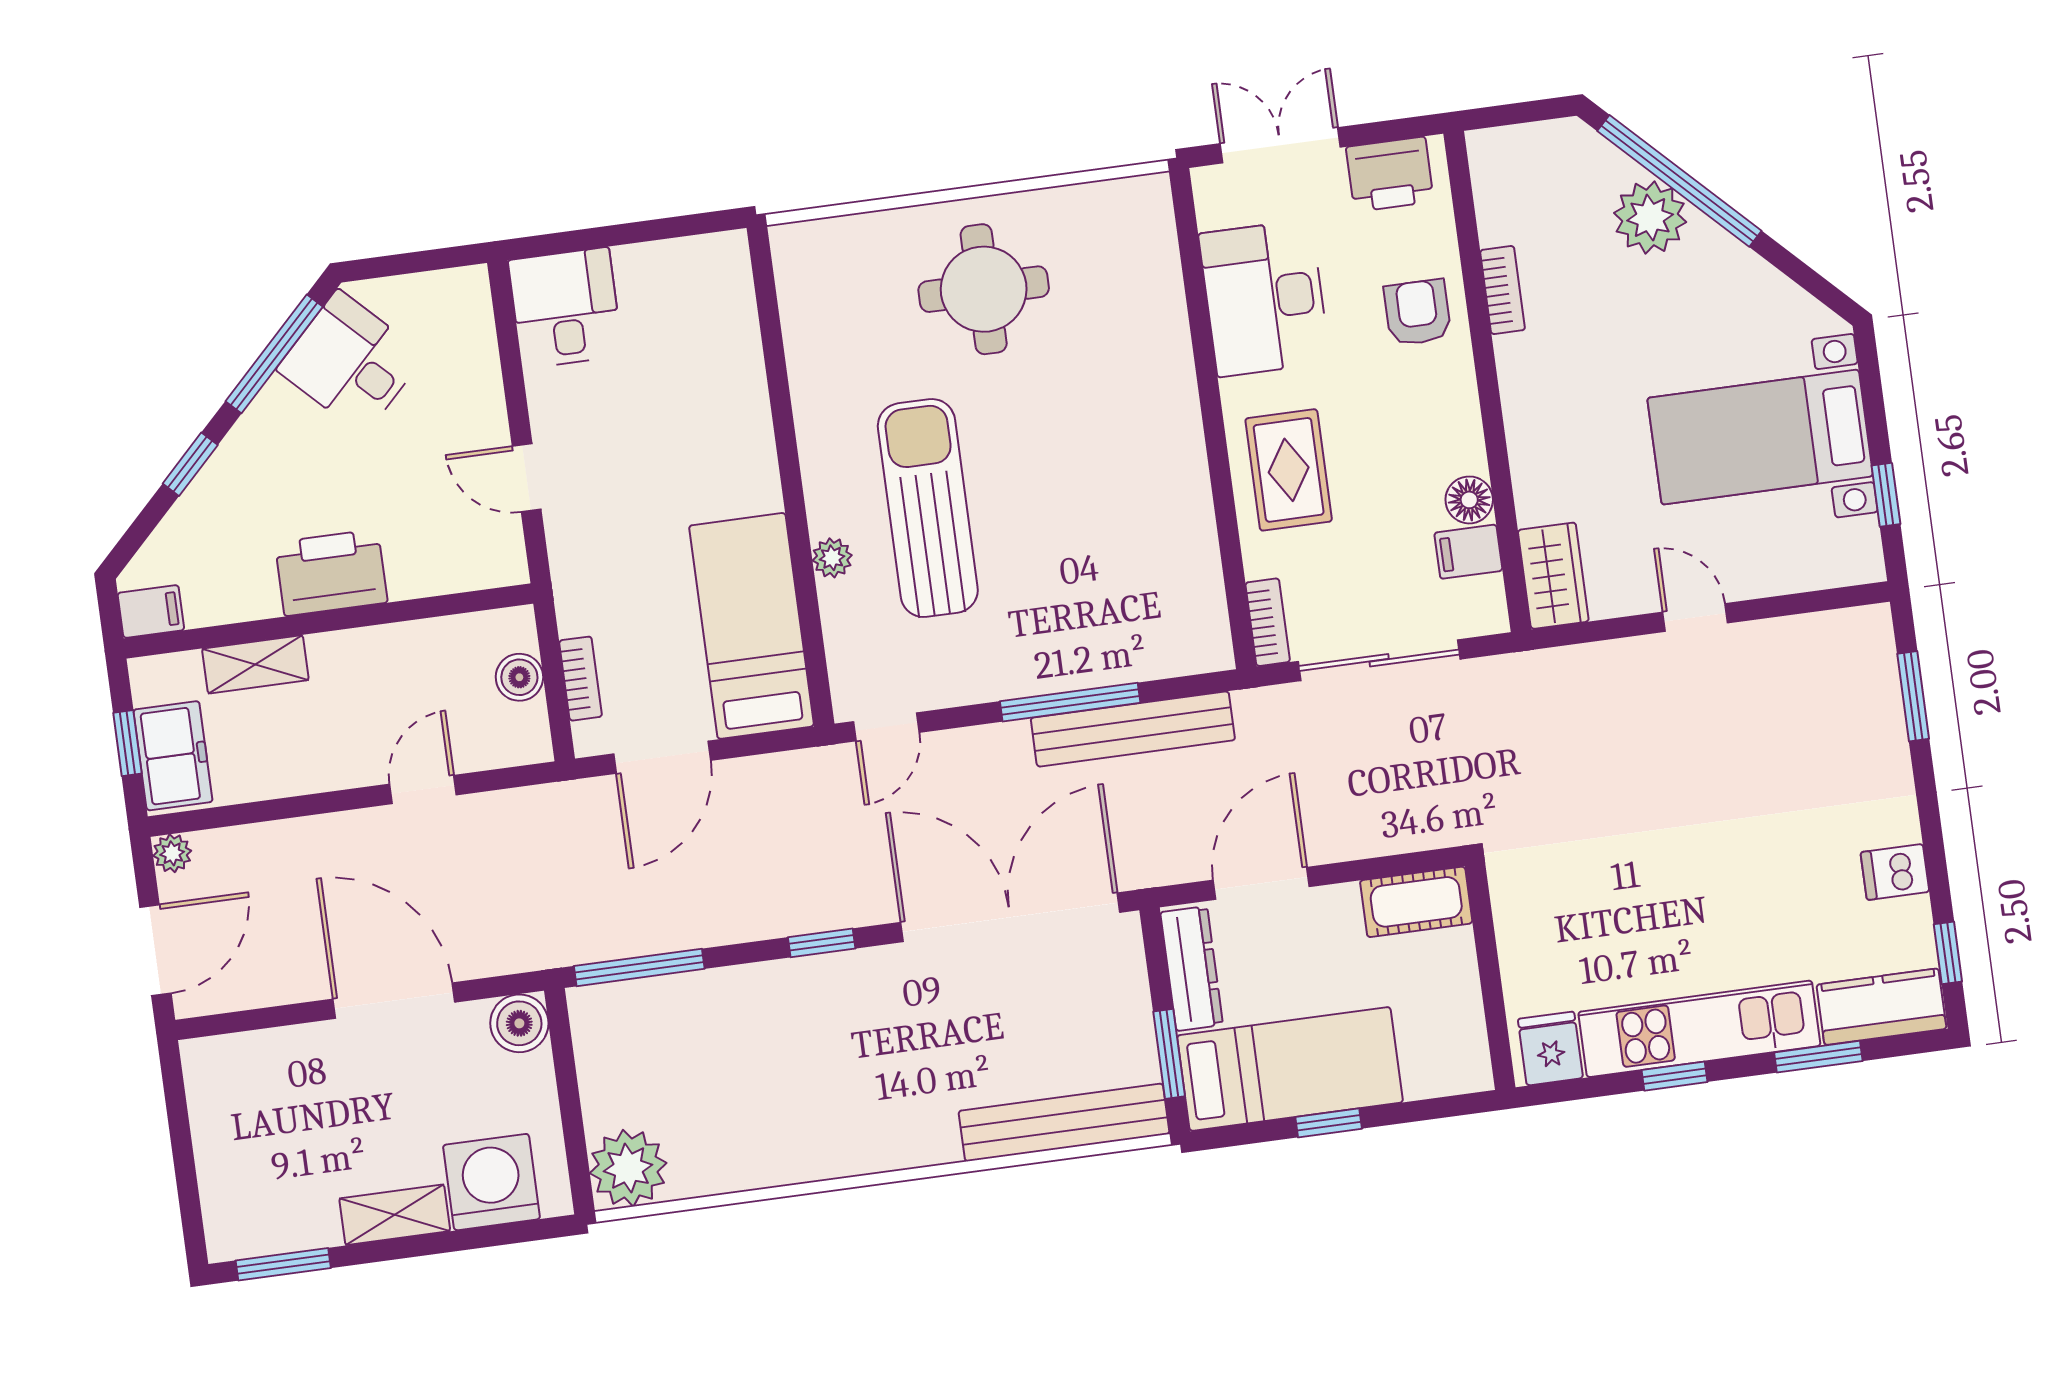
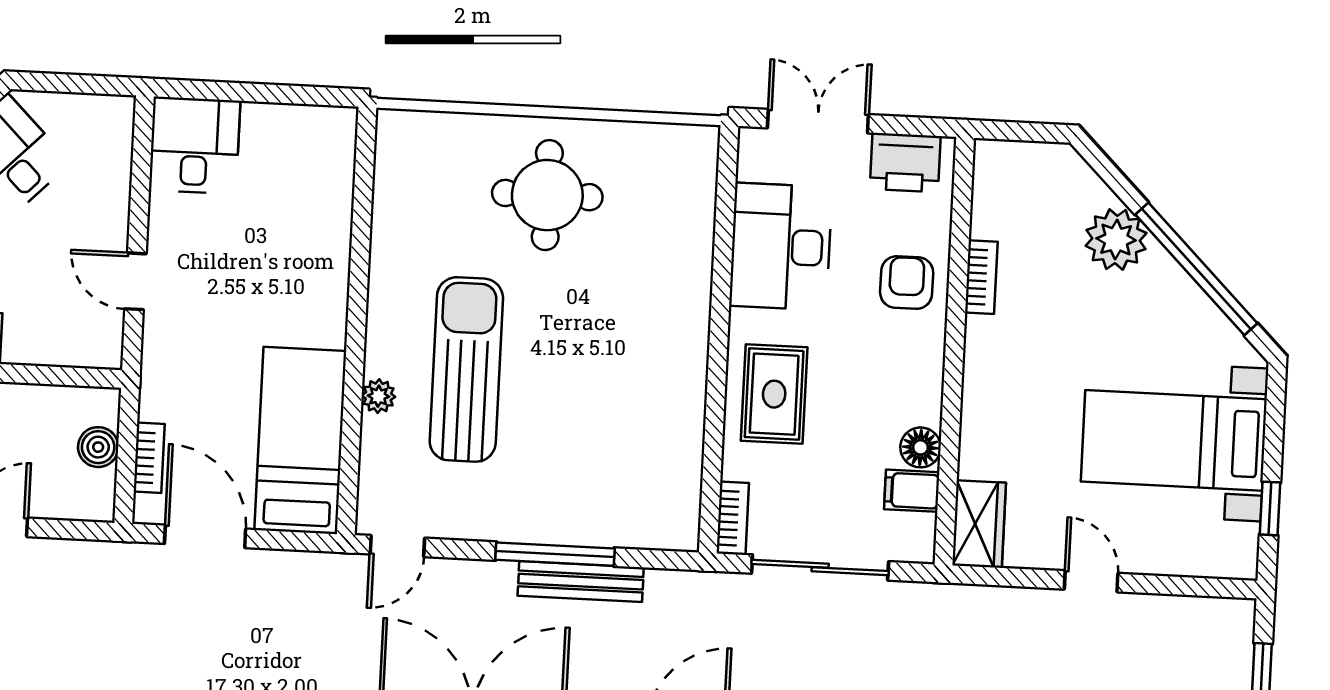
window: (1679, 181) -> (1196, 269), moved
bench: (1133, 729) -> (581, 582), width x0.73, depth x0.82
door: (662, 757) -> (205, 536), swing flipped

